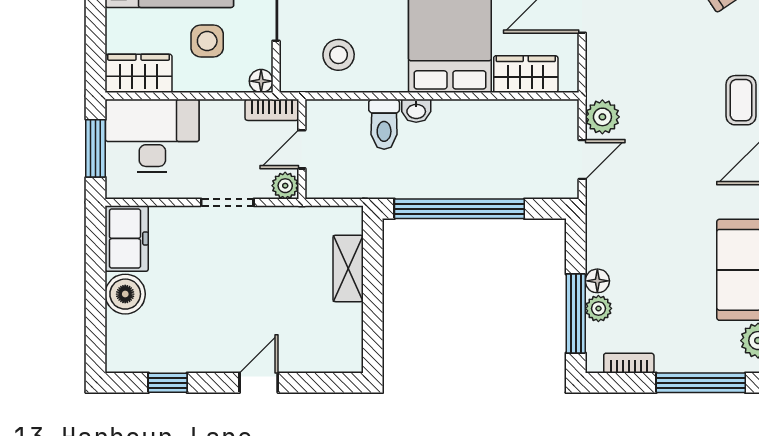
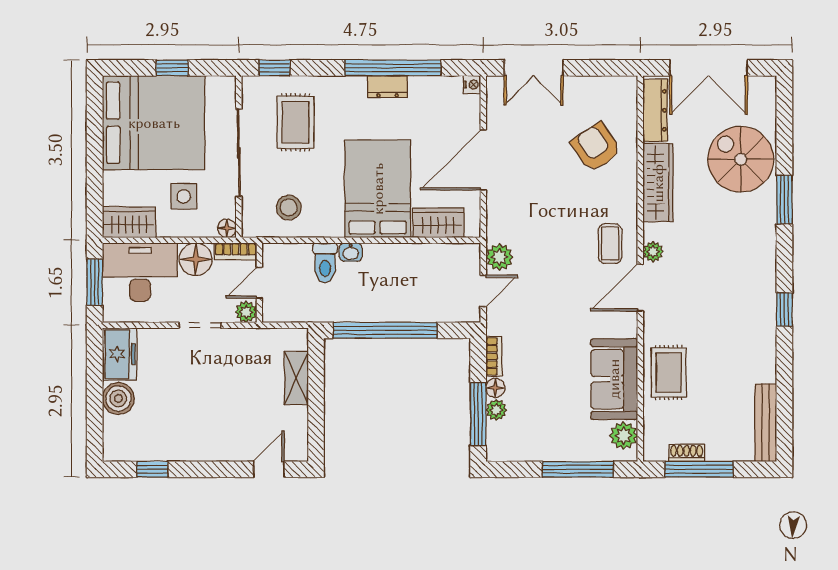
floor lamp: (222, 120) -> (196, 259), added
bookcase: (629, 363) -> (494, 356), moved, turned 90
door: (259, 383) -> (269, 469), moved

